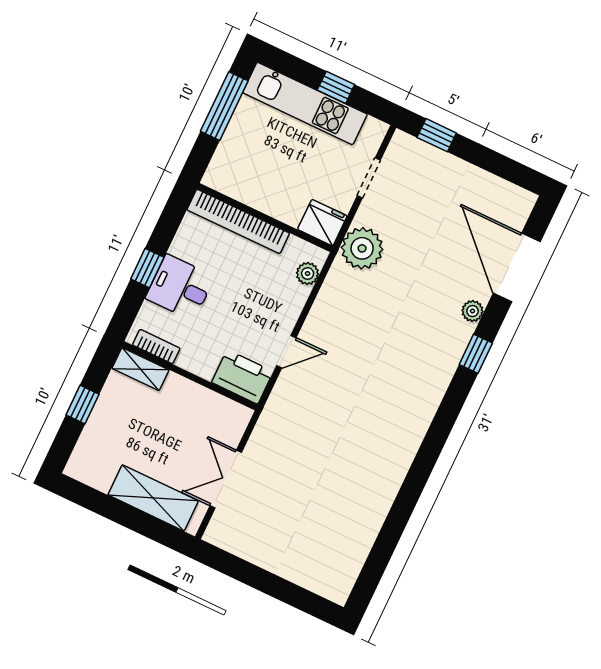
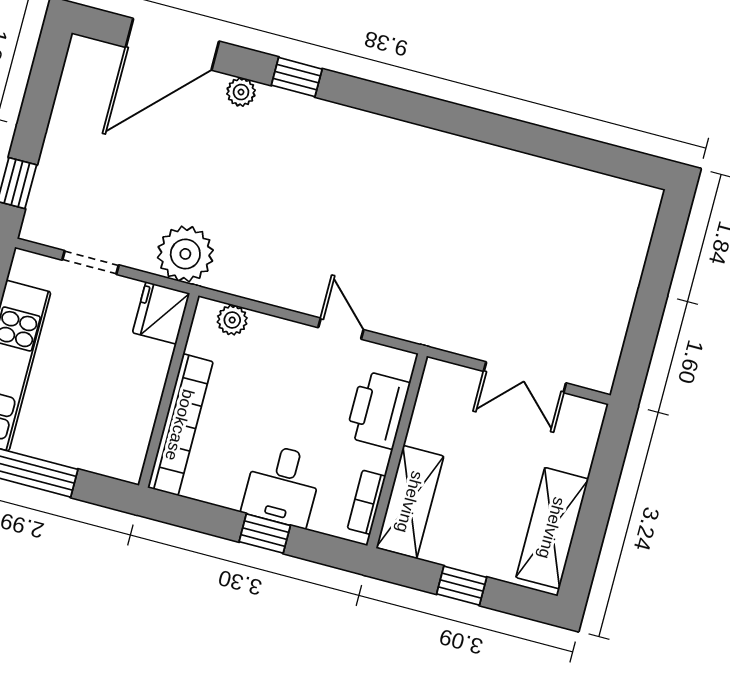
shelving: (141, 369) -> (410, 502), width x1.50, depth x1.33
printer: (242, 377) -> (378, 410), moved
shelving: (153, 498) -> (552, 528), moved

